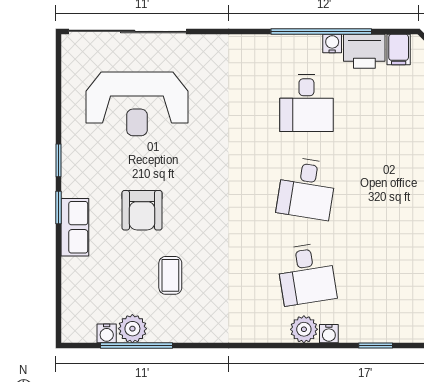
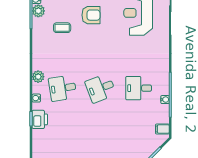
printer: (364, 51) -> (40, 119), moved, turned 180
desk: (306, 188) -> (101, 88), turned -30
armchair: (142, 210) -> (91, 15), turned 180
plant: (304, 329) -> (38, 77), moved

